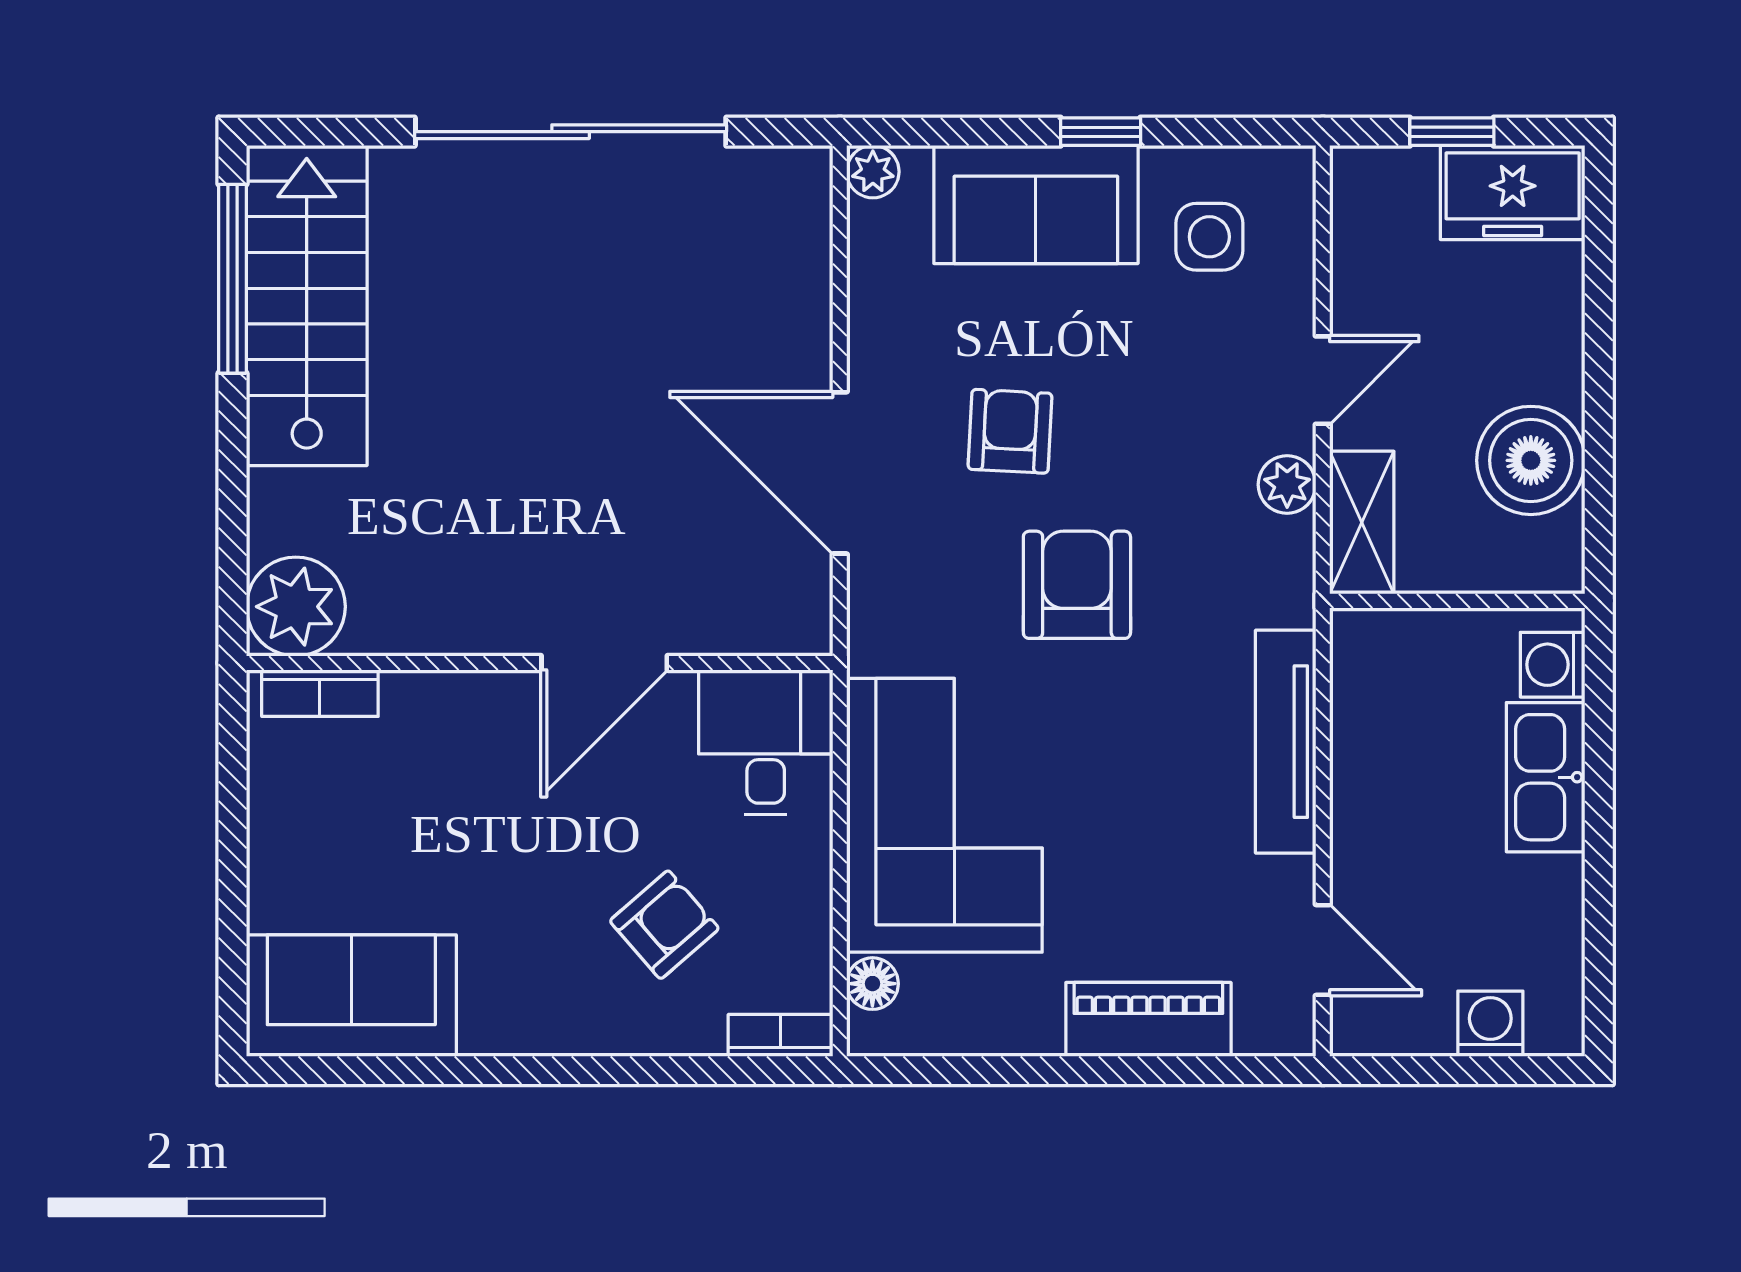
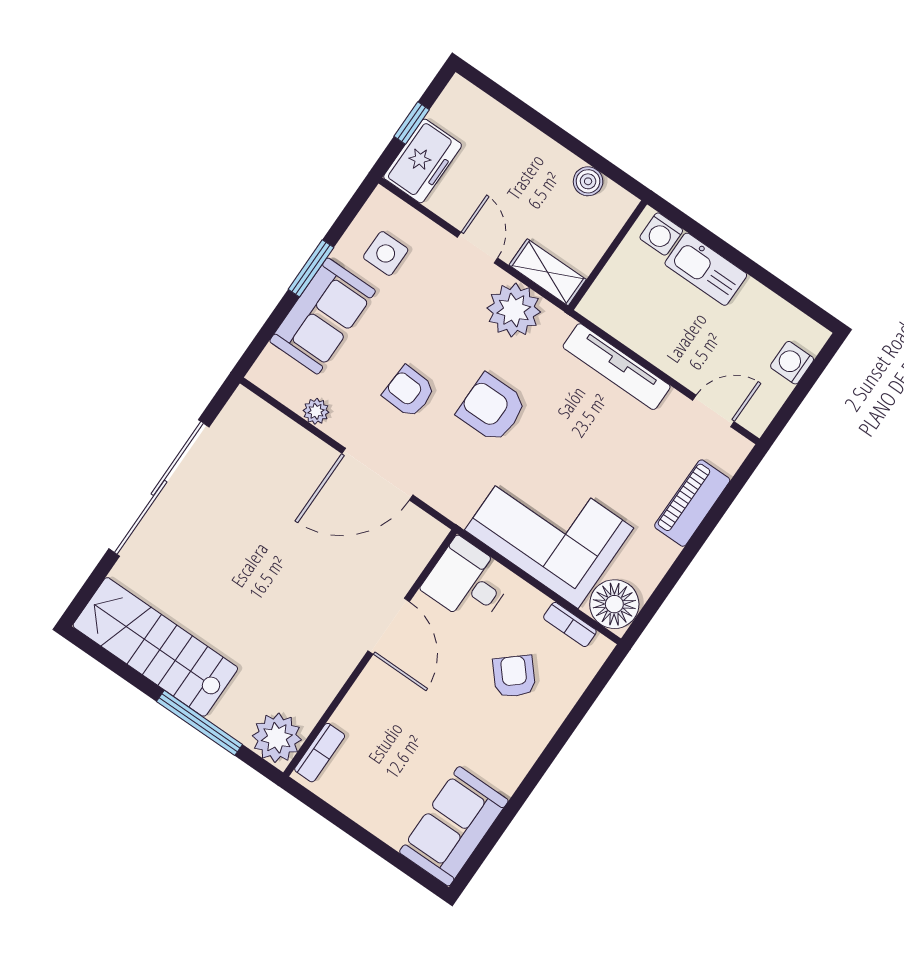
window: (1101, 132) -> (311, 268), width x1.50
plant: (873, 172) -> (316, 411), moved
freezer: (1513, 192) -> (423, 161), moved
window: (233, 279) -> (200, 723), moved
boiler: (1531, 460) -> (588, 181), width x0.54, depth x0.54
plant: (1287, 485) -> (514, 310), width x1.87, depth x1.87
floor lamp: (872, 984) -> (614, 604), width x1.89, depth x1.89
bookcase: (781, 1035) -> (570, 624), moved, turned -90

